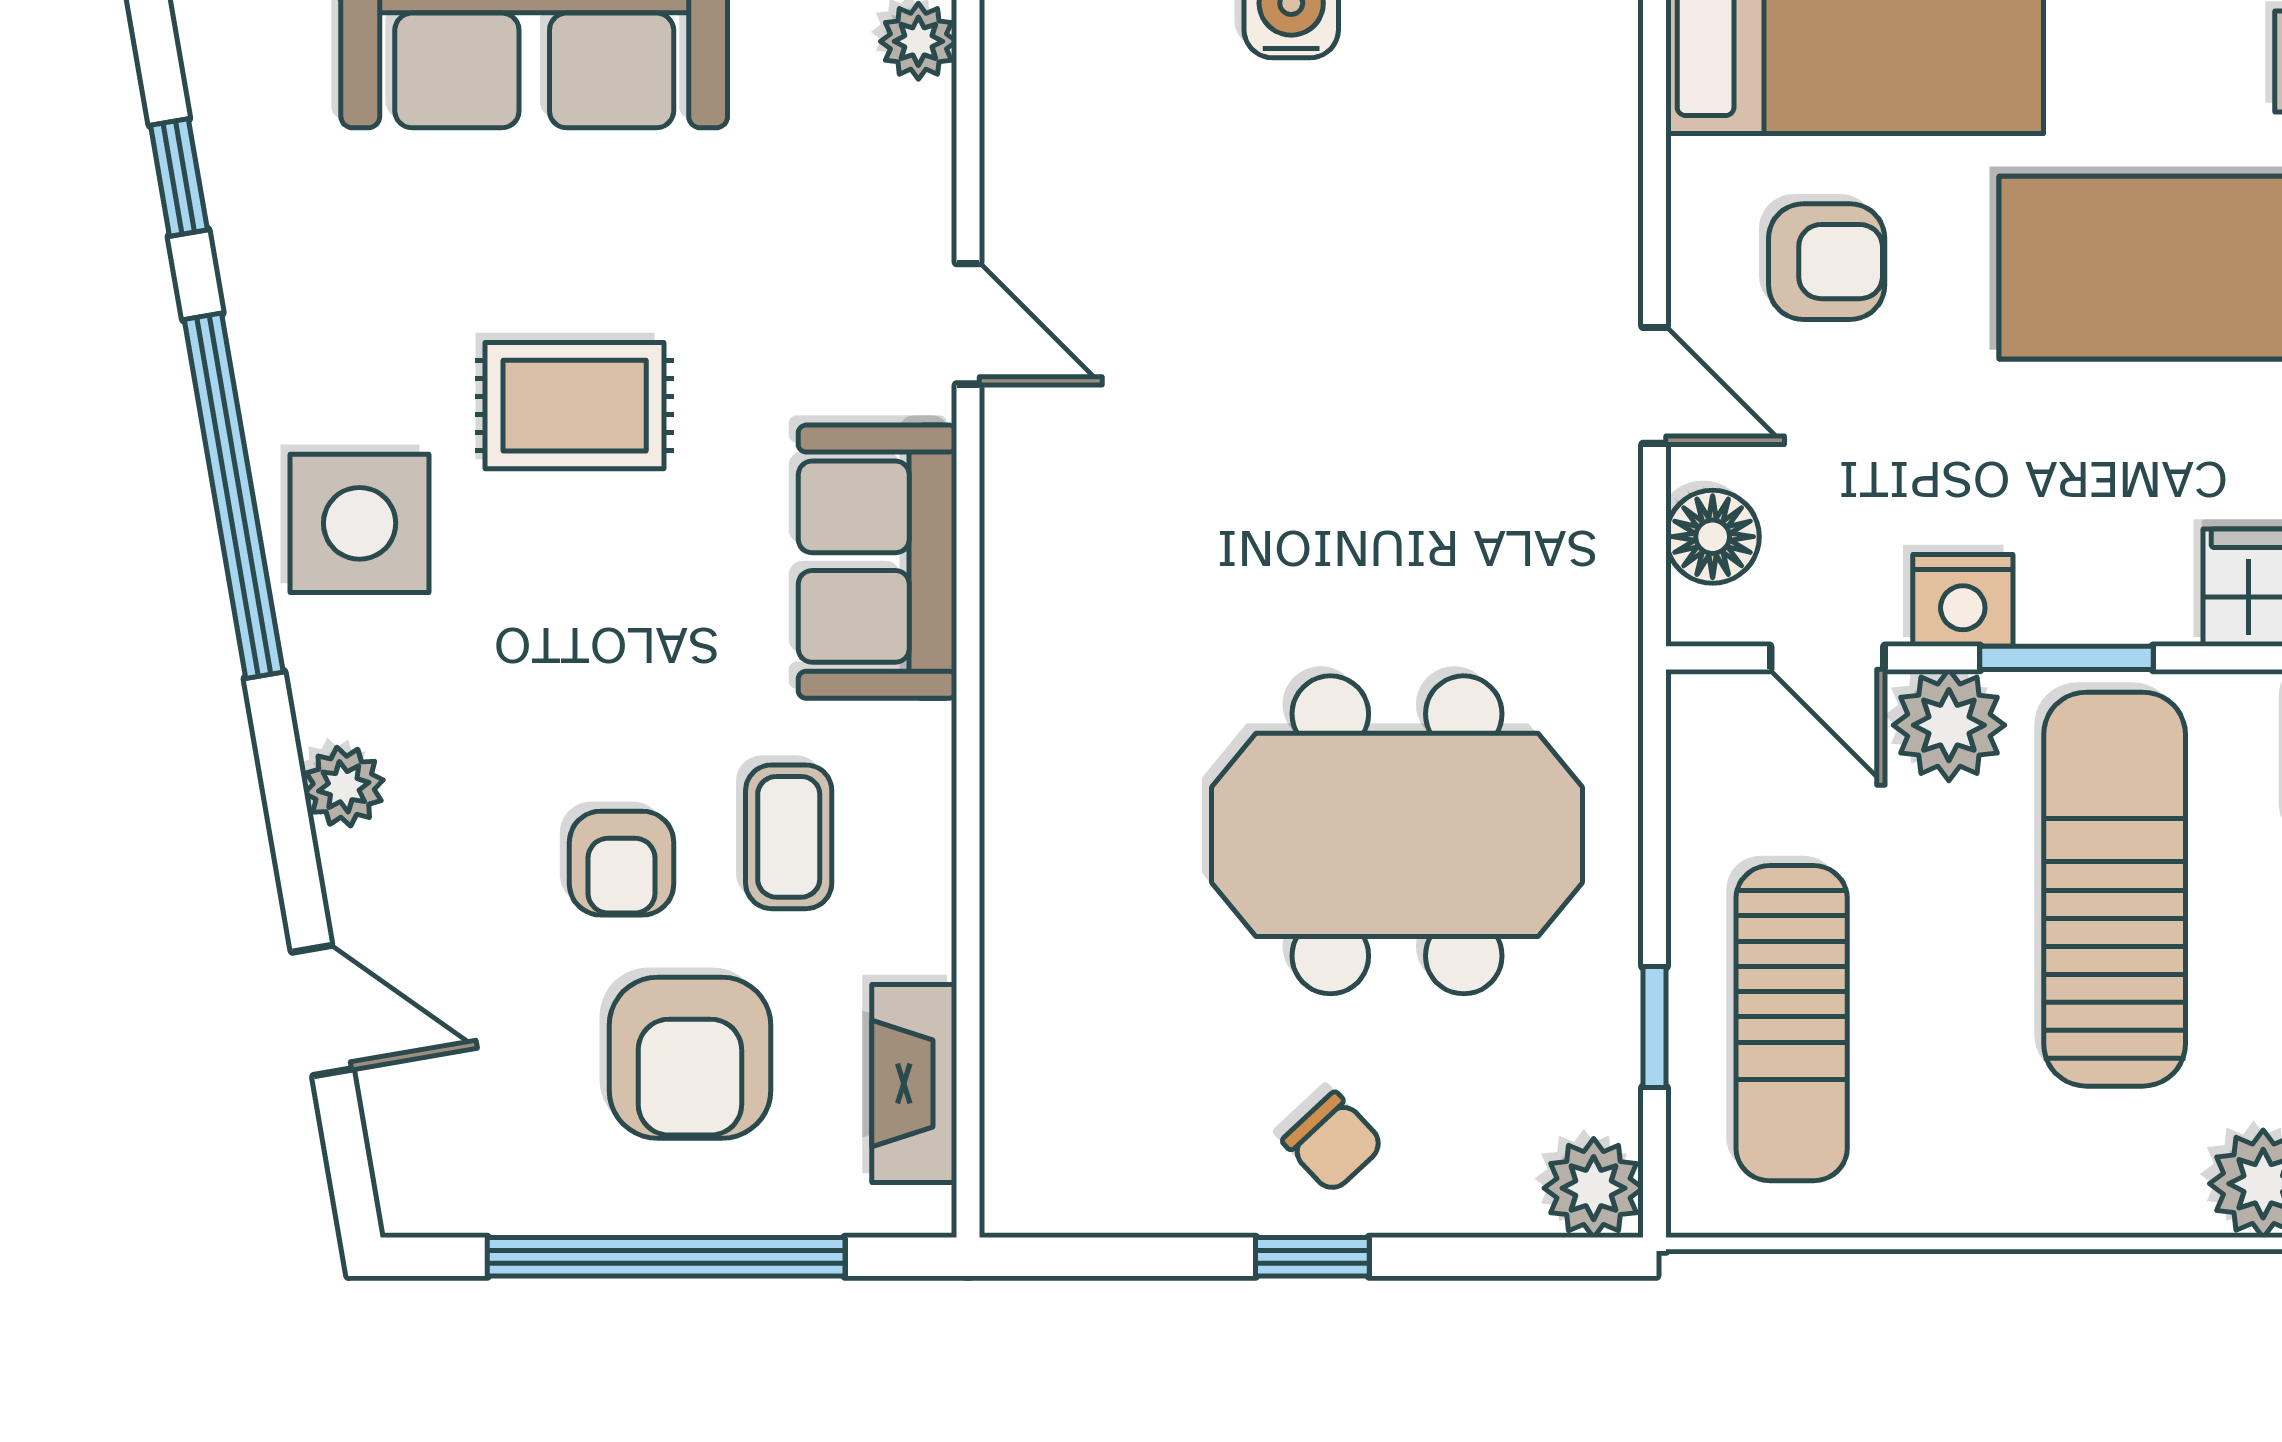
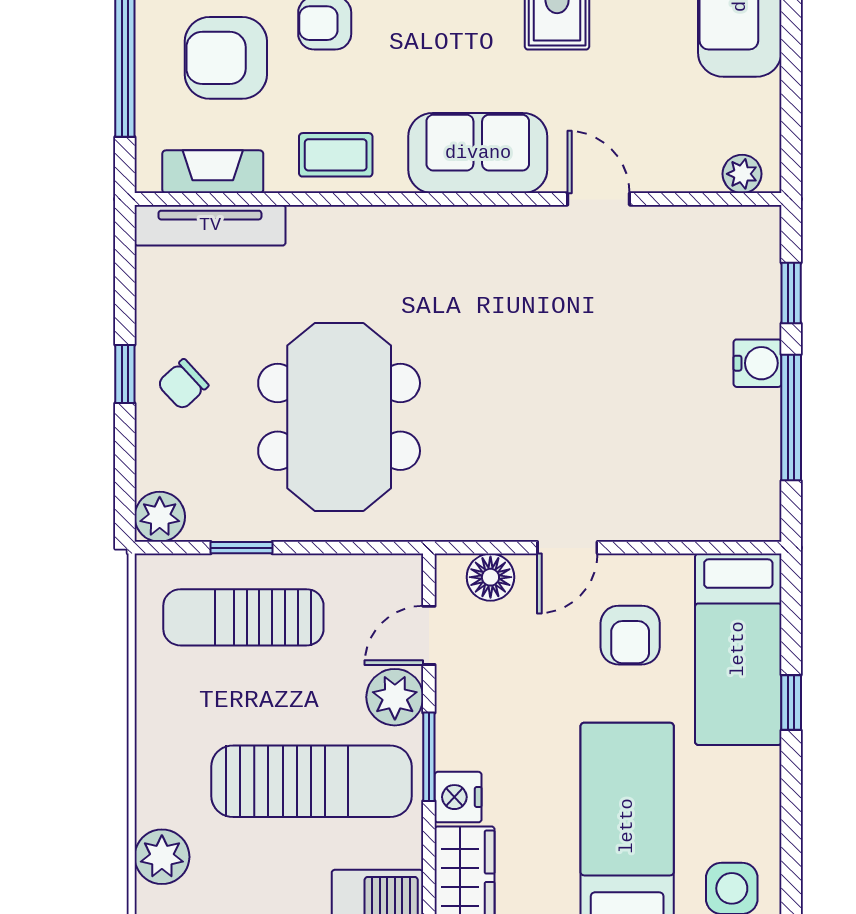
door: (968, 324) -> (599, 199), swing flipped
nightstand: (1963, 600) -> (458, 797), moved
coffee table: (789, 837) -> (336, 155), moved
tv unit: (1020, 1089) -> (210, 225), added

